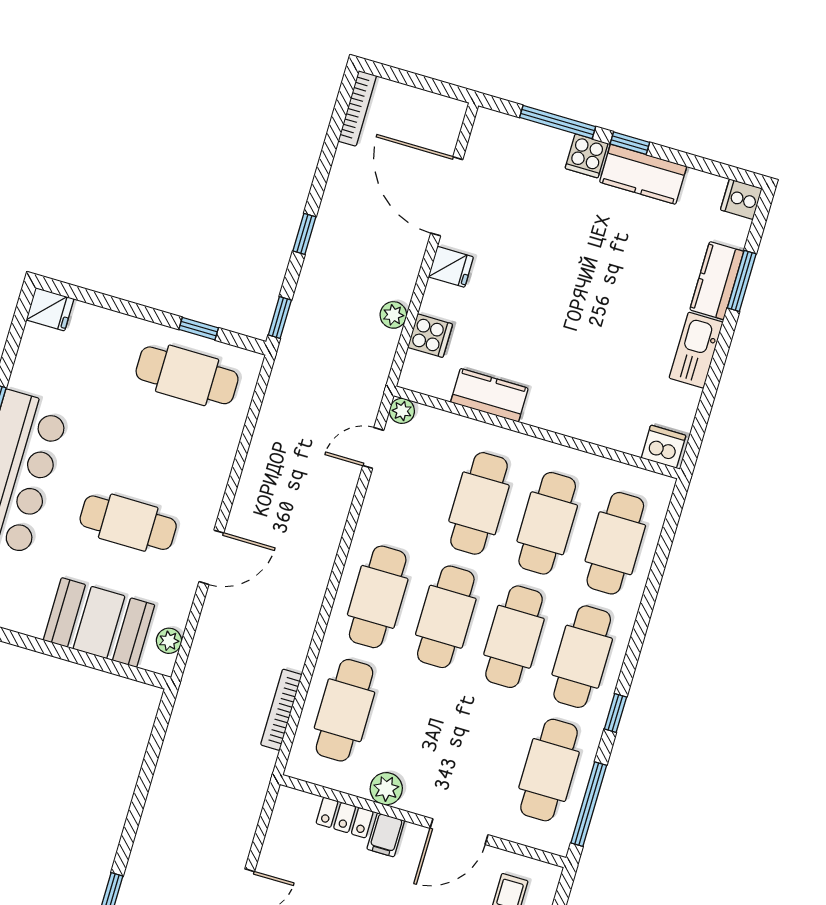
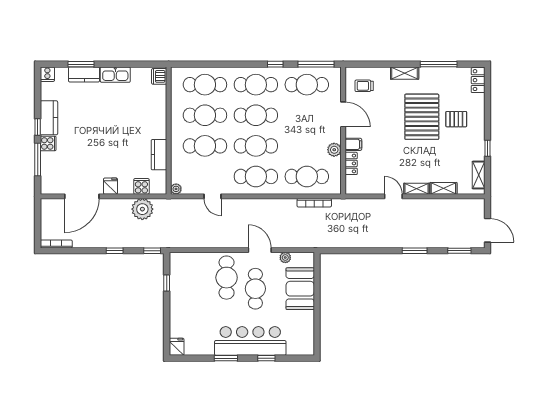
plant: (393, 315) -> (142, 209), width x1.88, depth x1.88
cafe table: (187, 375) -> (227, 278), moved
door: (373, 448) -> (212, 196), moved
plant: (169, 641) -> (285, 258), moved

